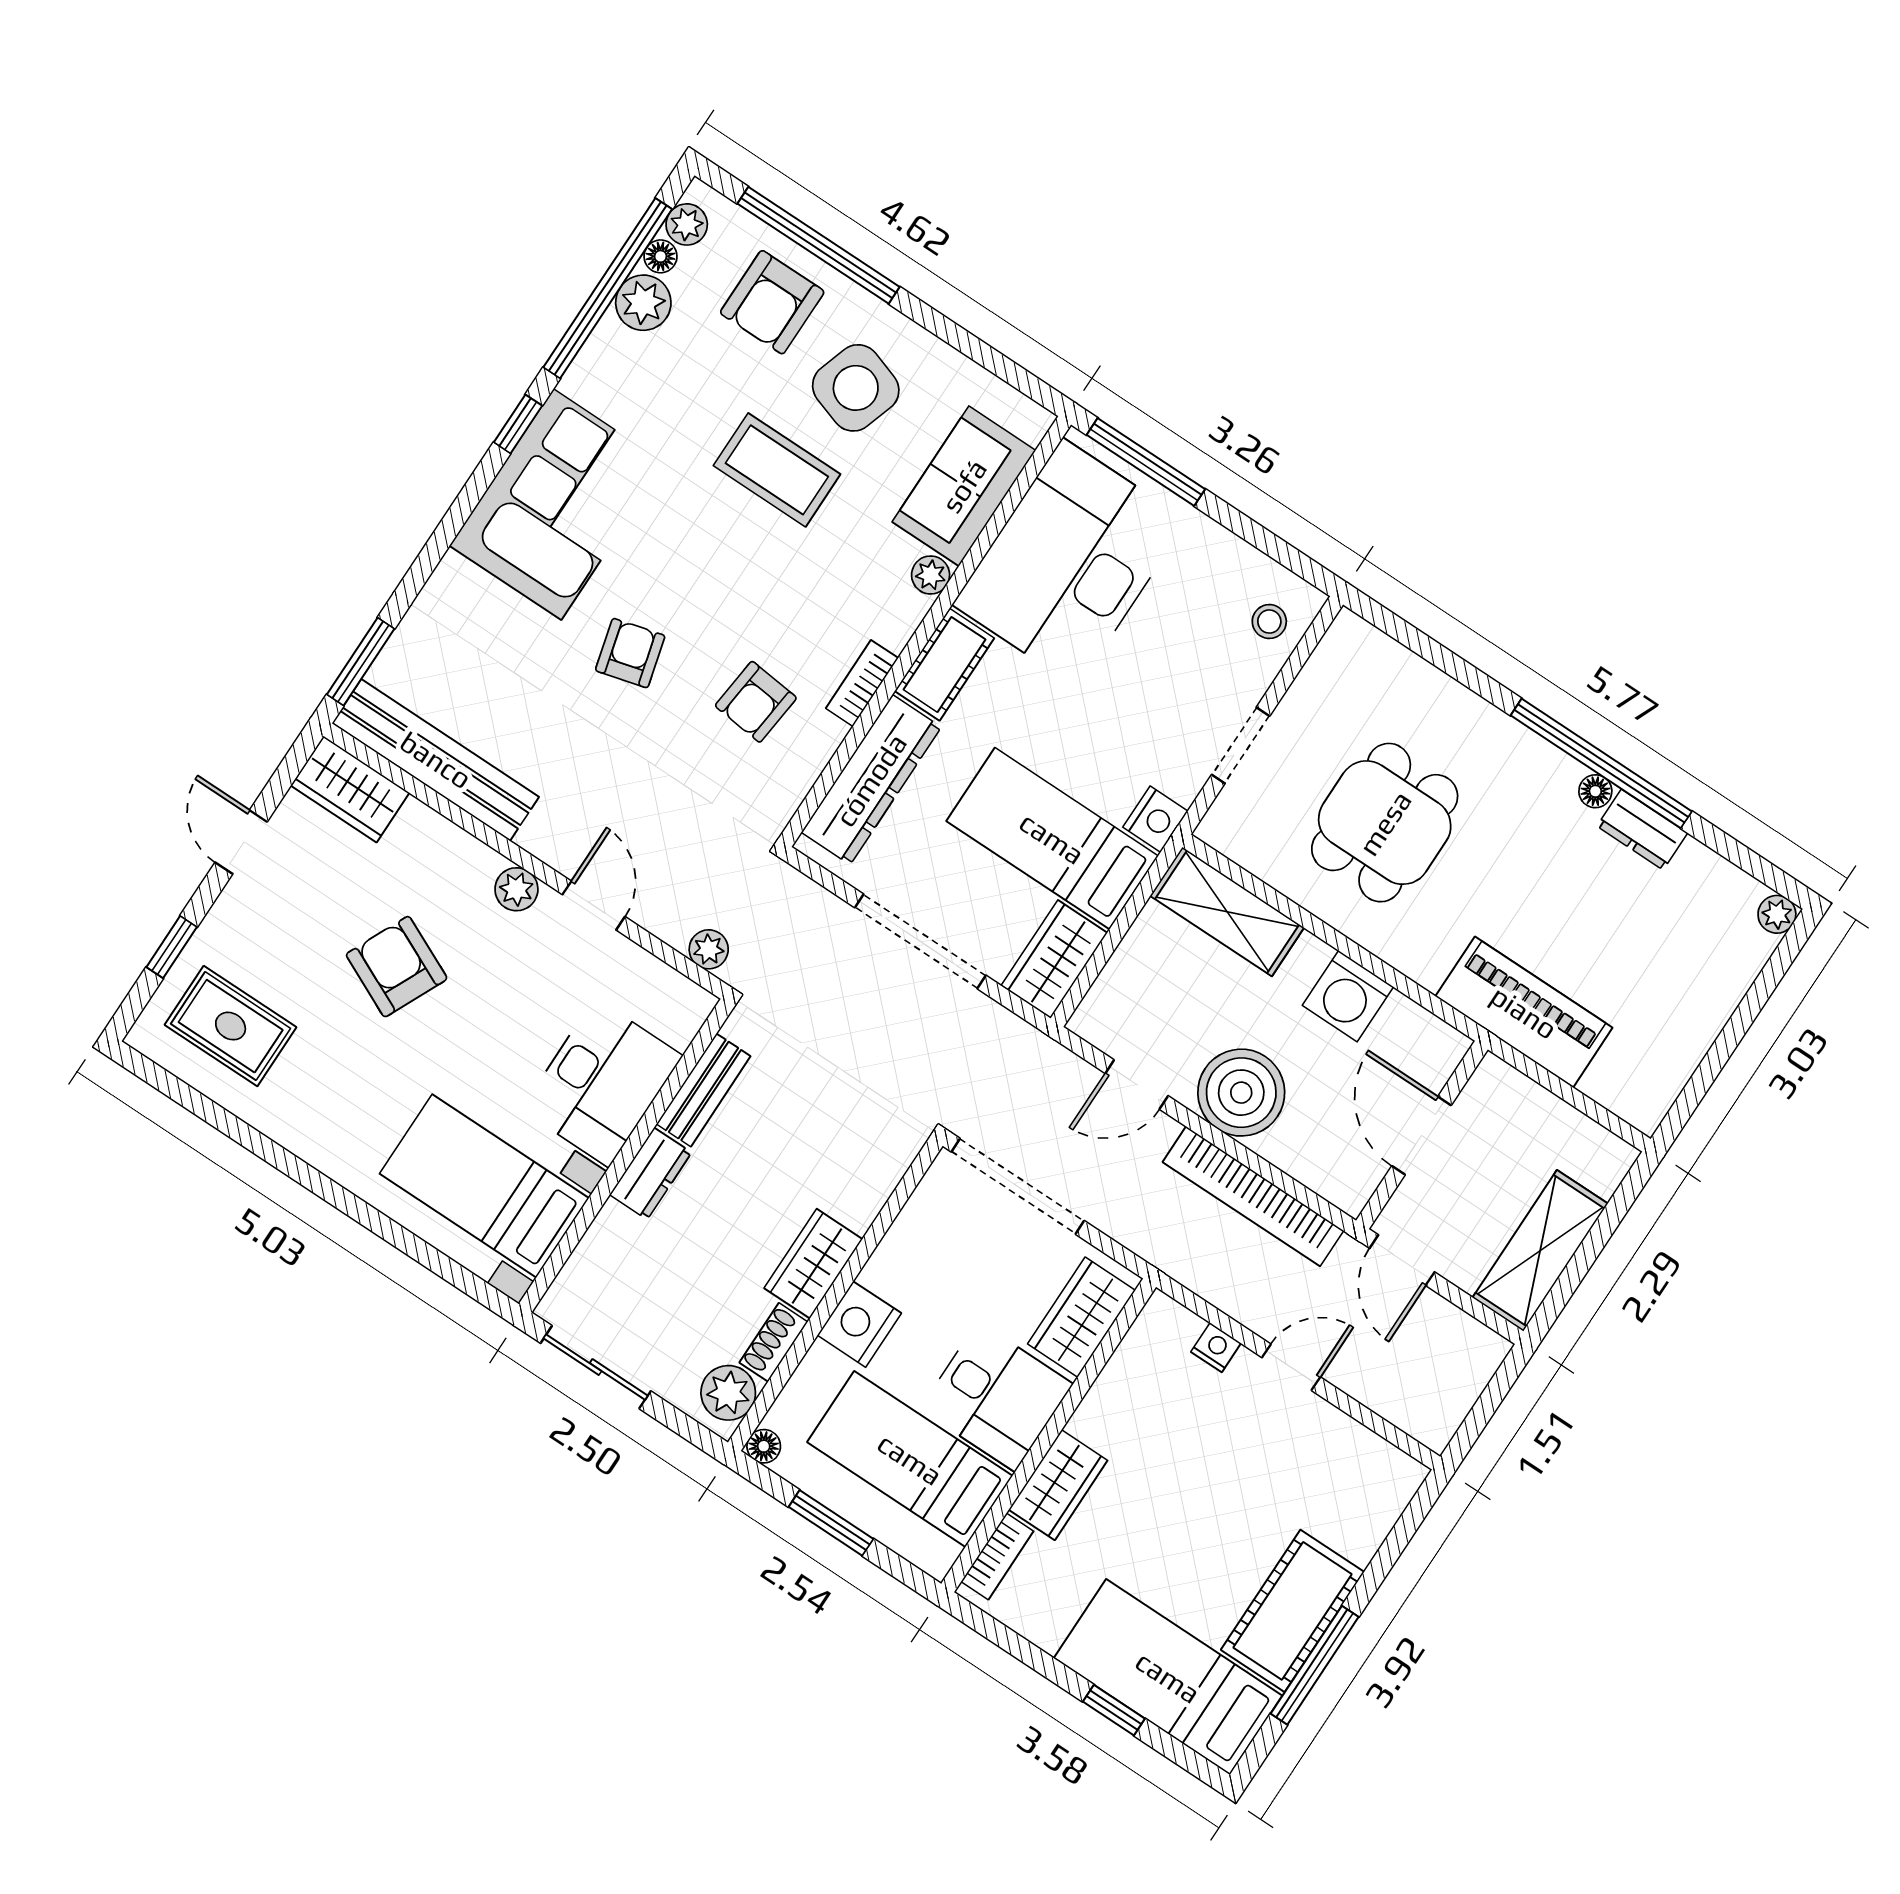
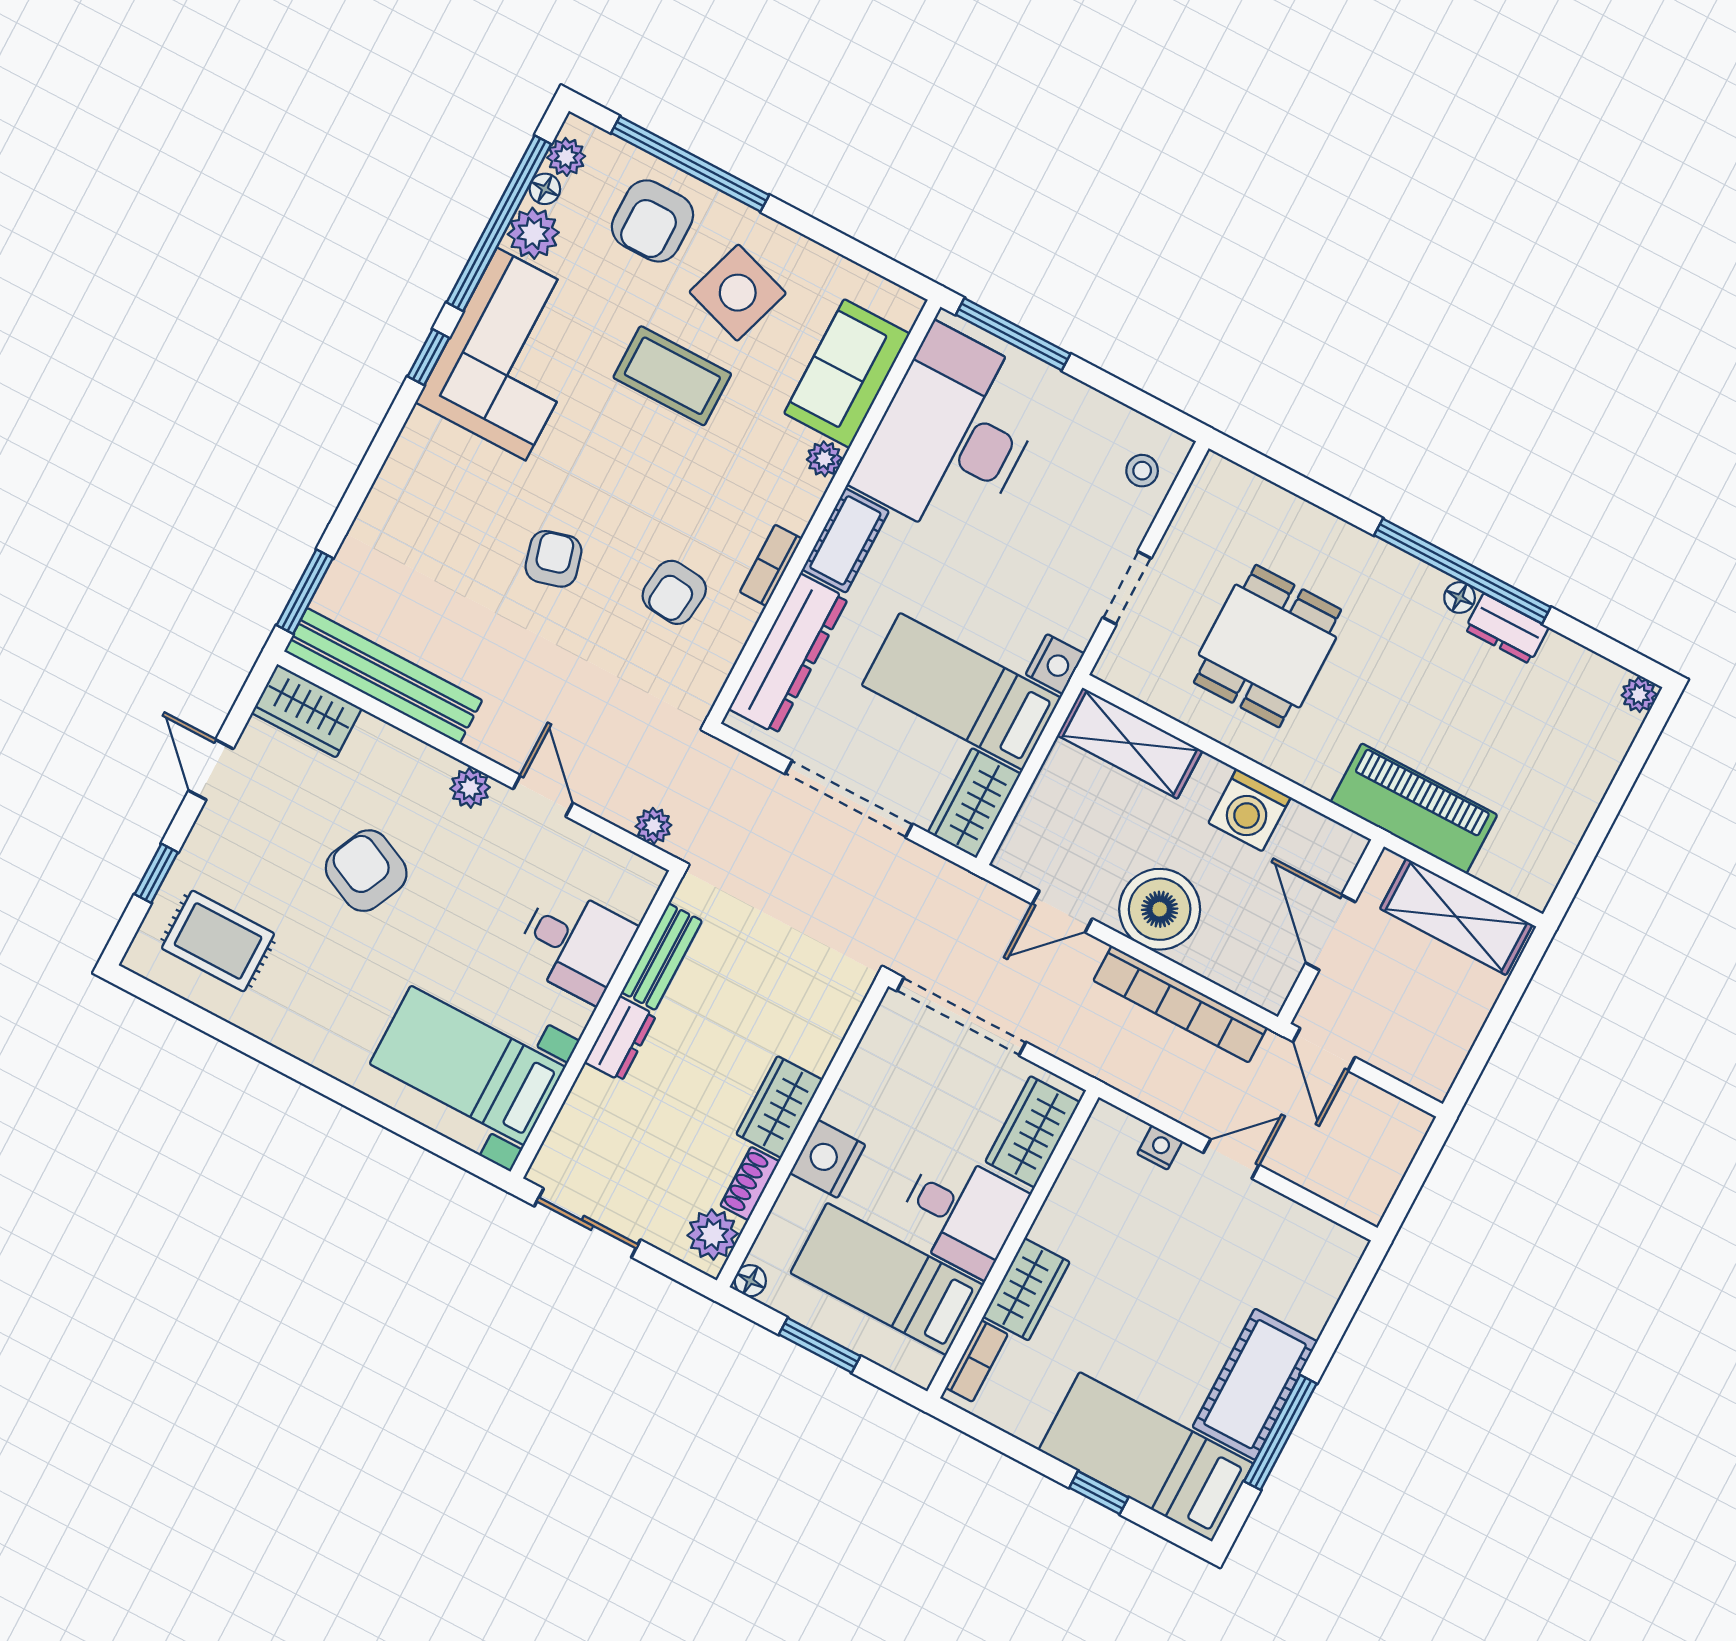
corner sofa: (557, 504) -> (511, 354), moved
desk: (602, 1083) -> (575, 944), width x0.73
shelving: (1540, 1251) -> (1456, 917), moved, turned 90

